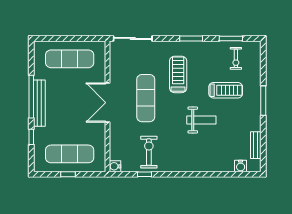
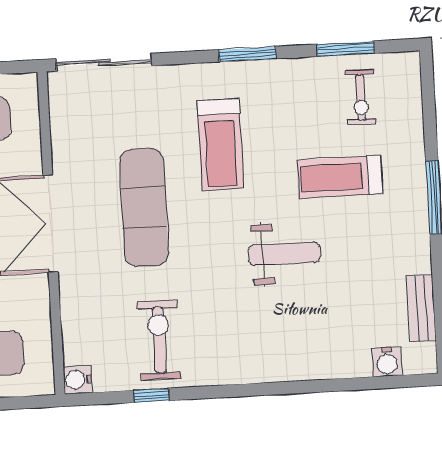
treadmill: (178, 74) -> (220, 145), turned 180
treadmill: (226, 90) -> (340, 177), turned 180

